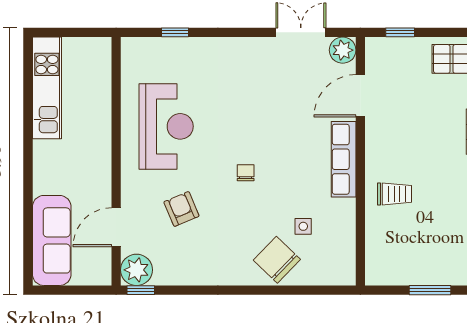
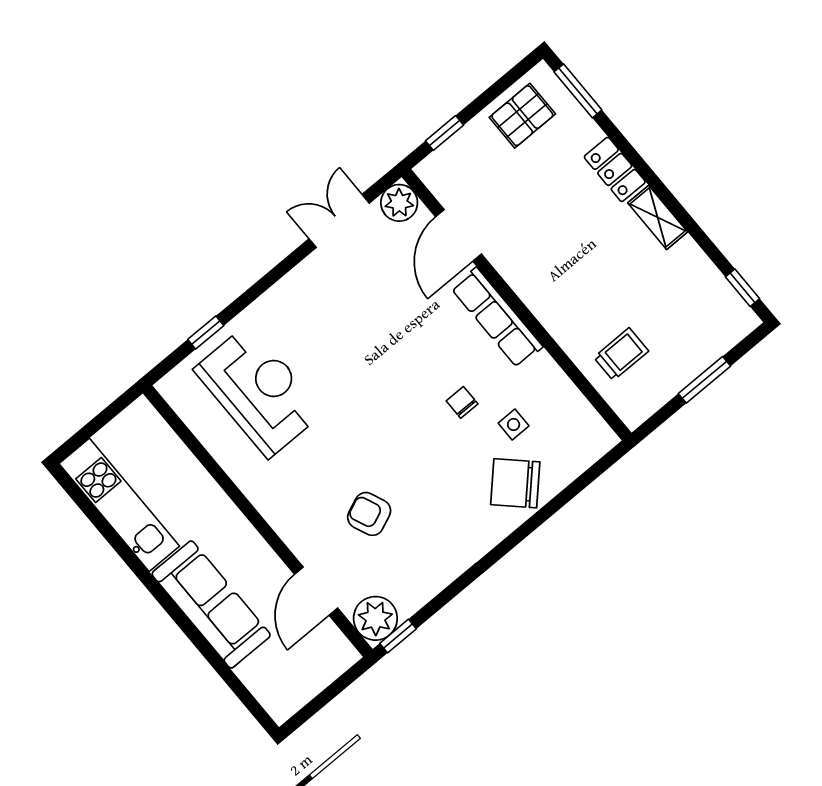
reception desk: (166, 126) -> (259, 391), moved
chair: (246, 173) -> (462, 402), moved
trolley: (395, 194) -> (621, 354), moved
sofa: (52, 240) -> (211, 604), moved

